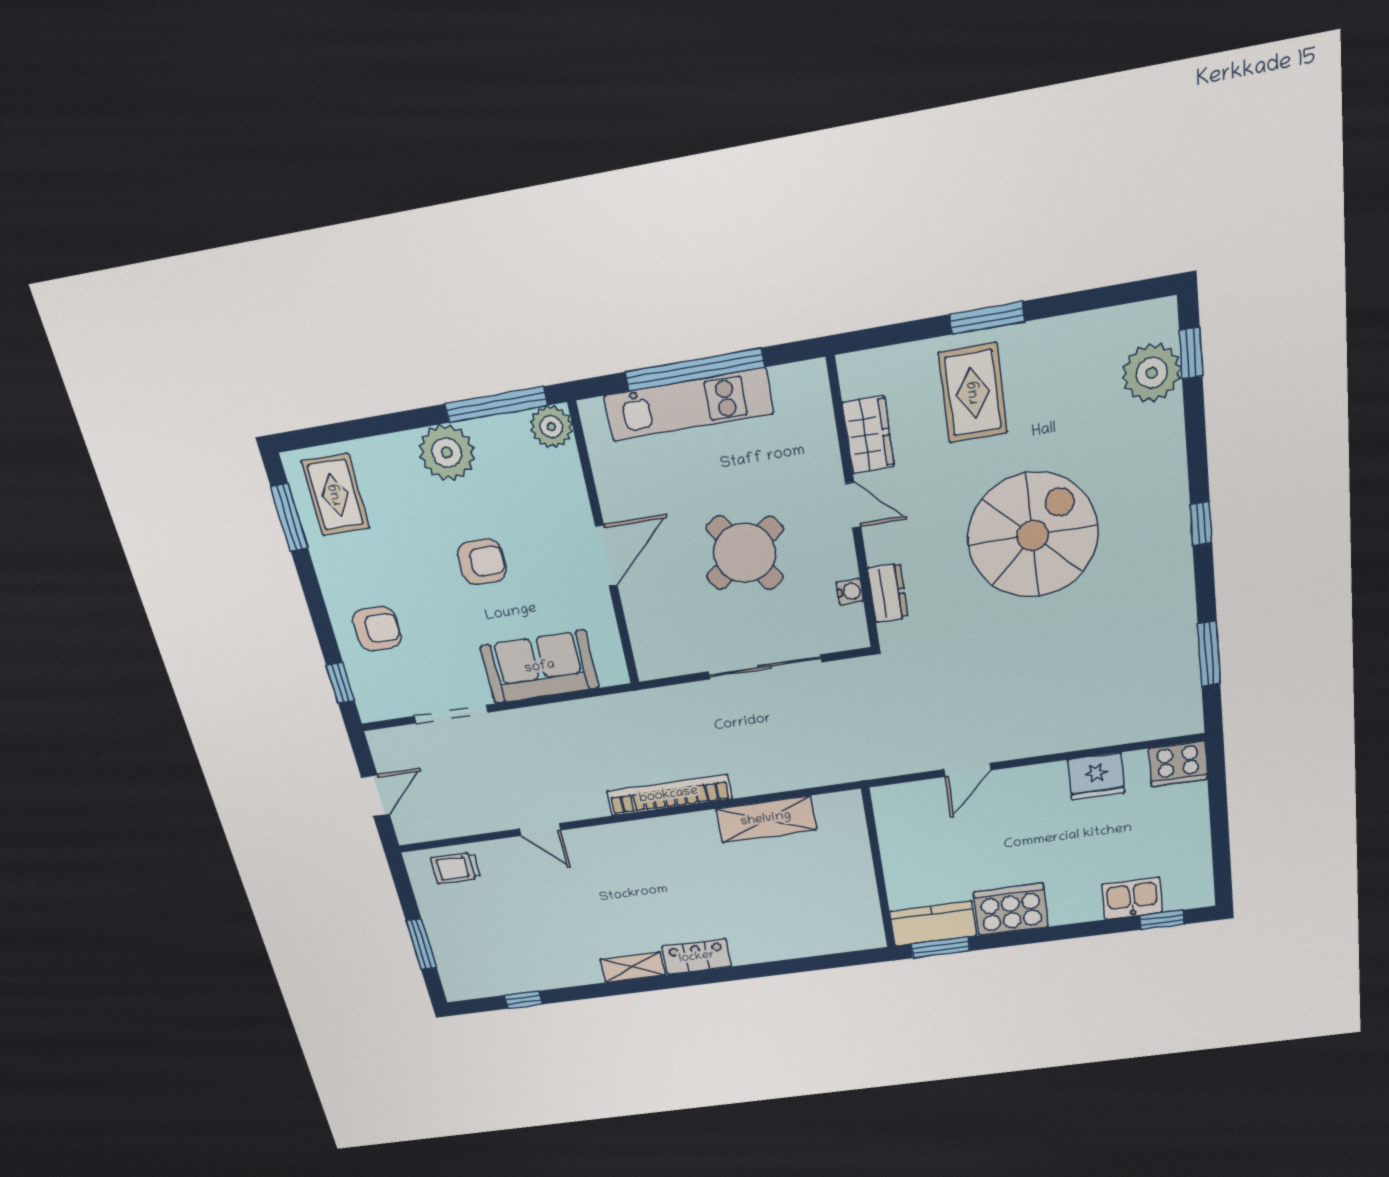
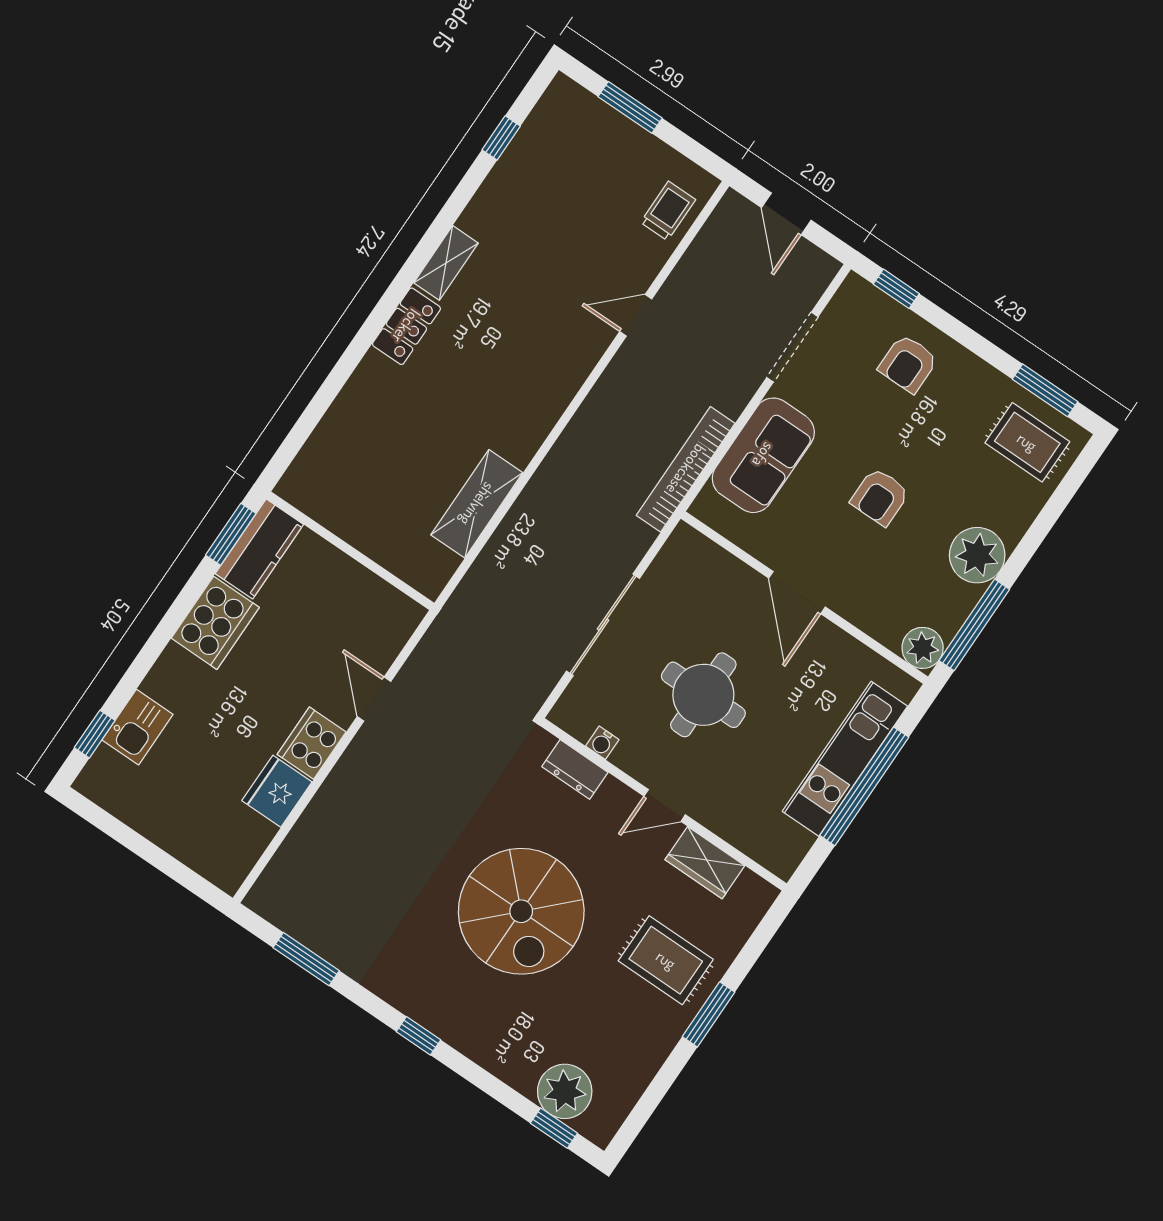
round table: (745, 553) -> (703, 695), turned 35
cooker: (1178, 764) -> (312, 743), moved
bookcase: (669, 795) -> (686, 469), moved, turned 180

